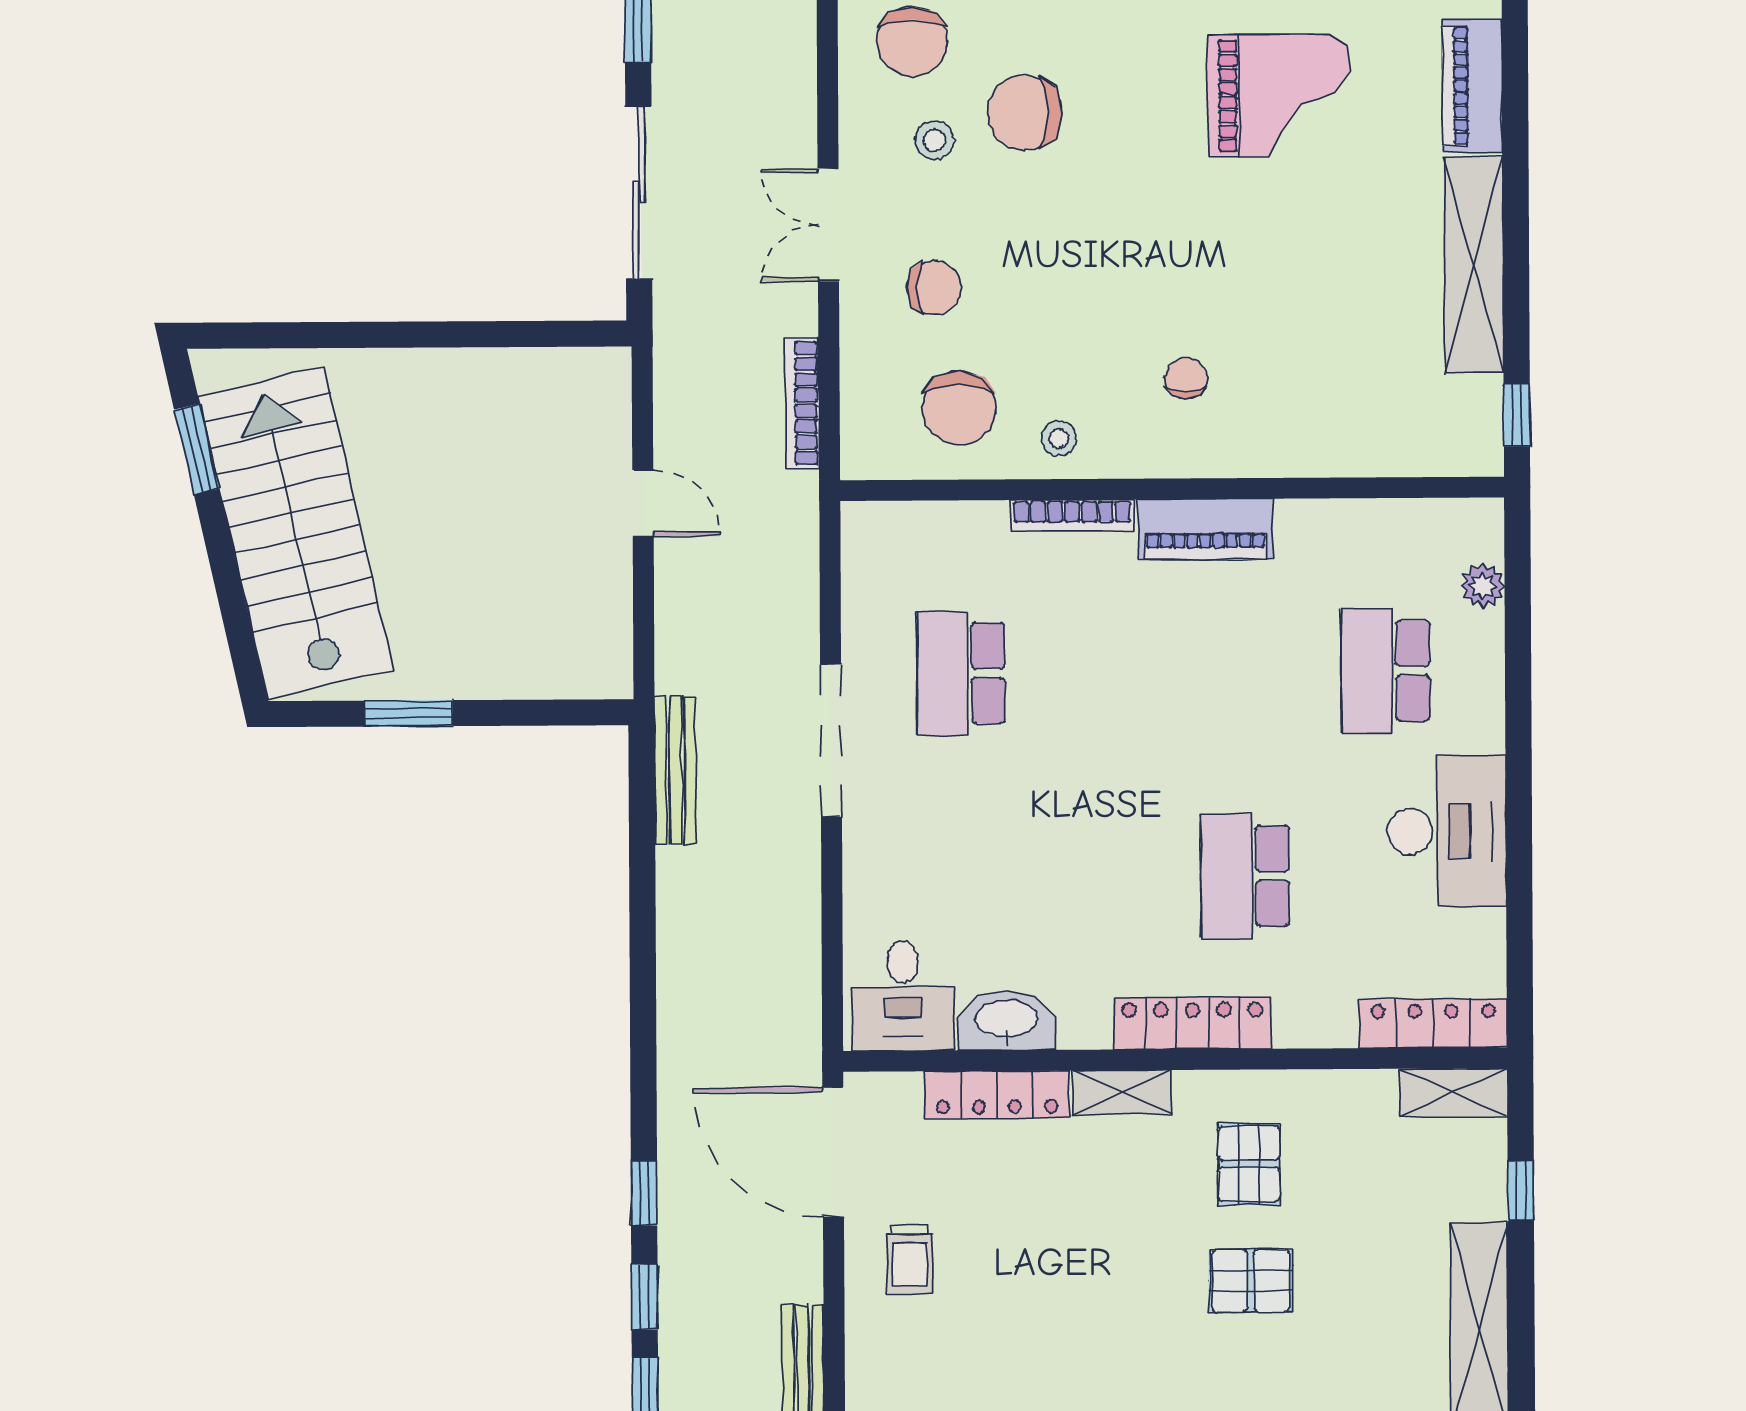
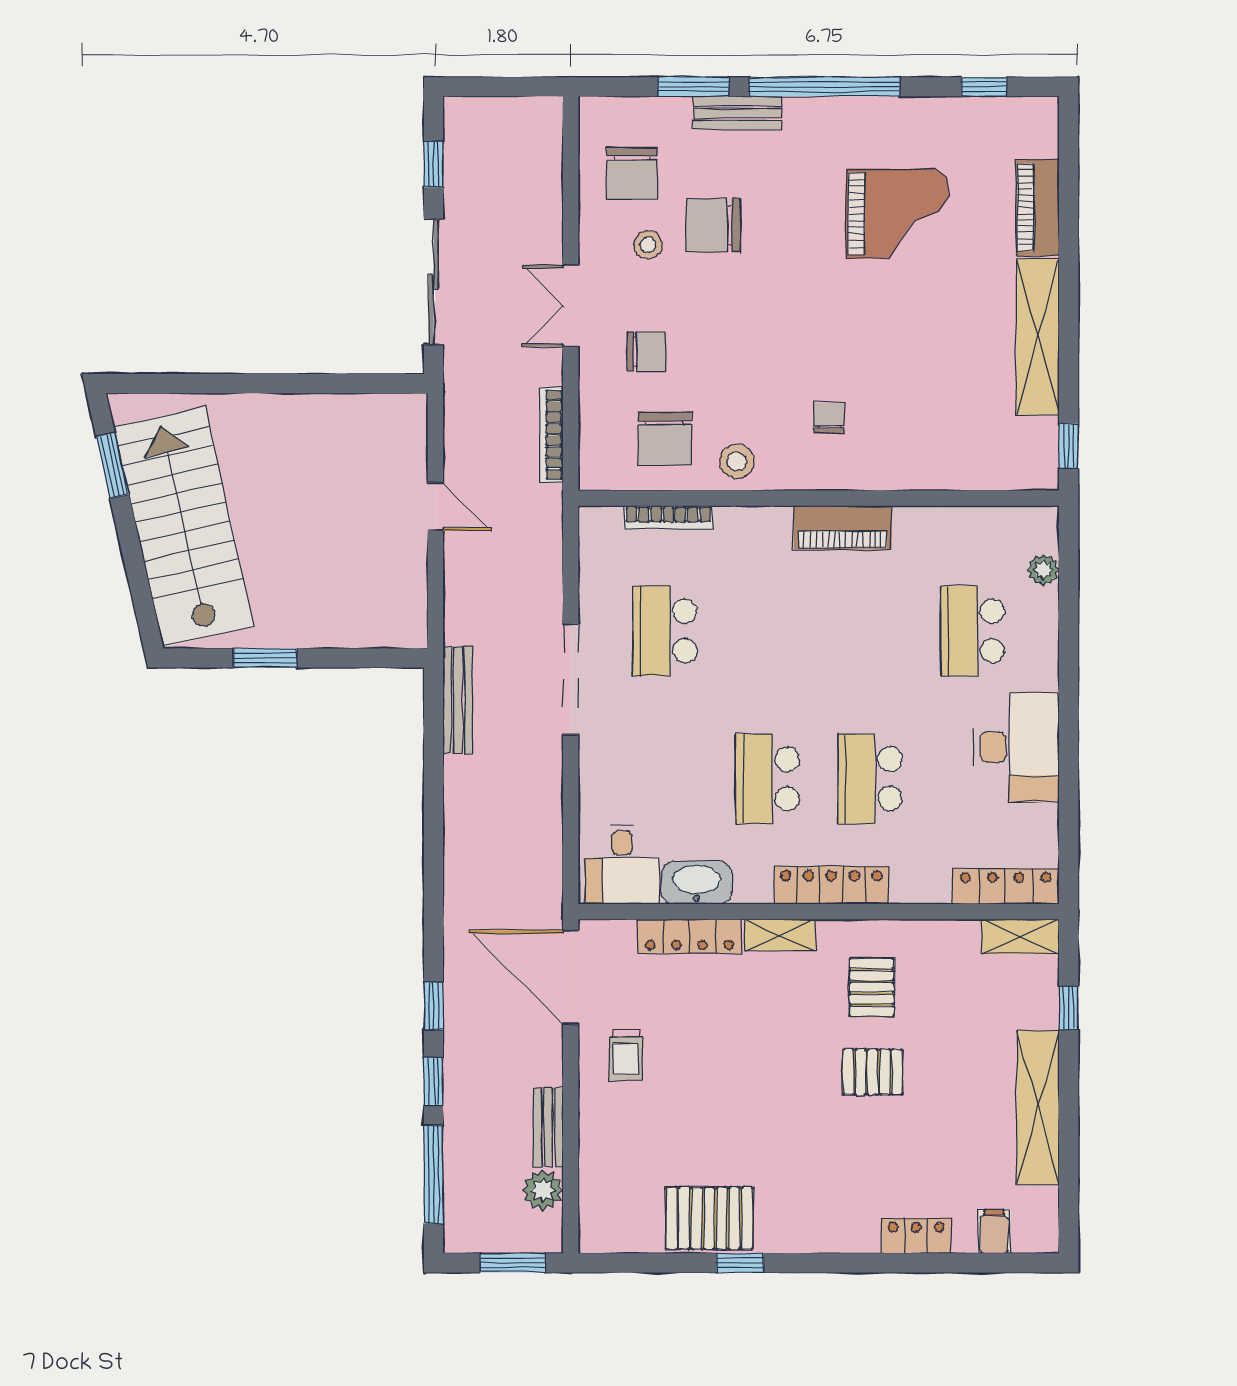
stool: (1059, 438) -> (737, 461), width x1.37, depth x1.37
bookcase: (1072, 516) -> (668, 517), moved
school desk: (1103, 877) -> (767, 779), added

